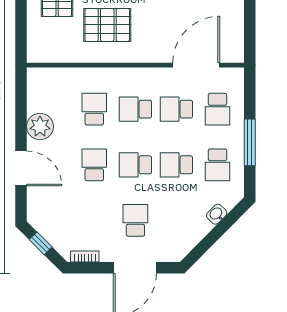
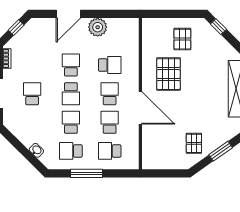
door: (196, 65) -> (140, 108), moved
school desk: (94, 165) -> (71, 65), turned -90
school desk: (135, 165) -> (71, 94), turned 180
school desk: (135, 220) -> (32, 94), turned -90

